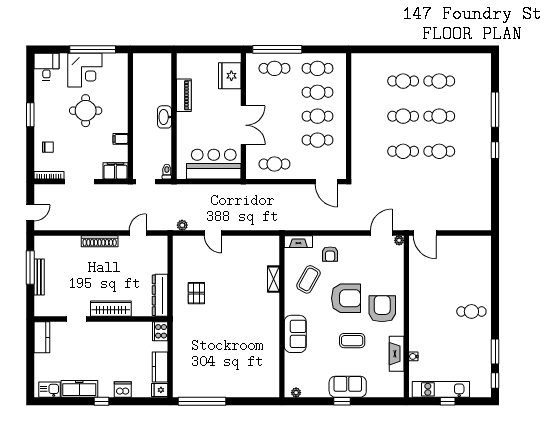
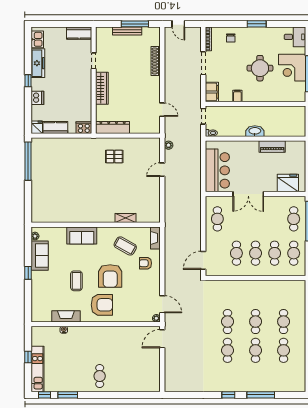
shoe rack: (100, 241) -> (156, 61), moved
sofa: (348, 387) -> (40, 256), moved
kitchen unit: (441, 389) -> (38, 369), moved

